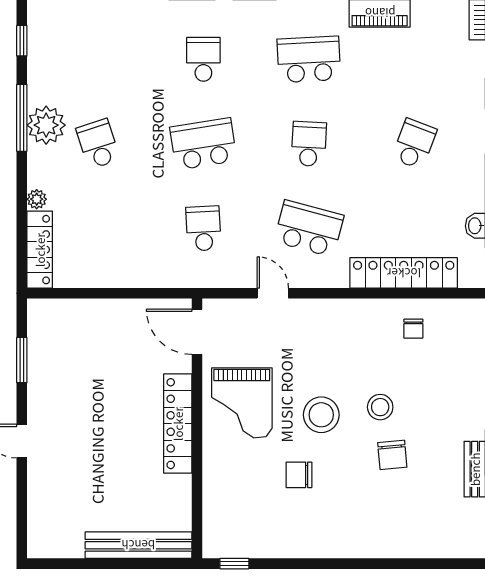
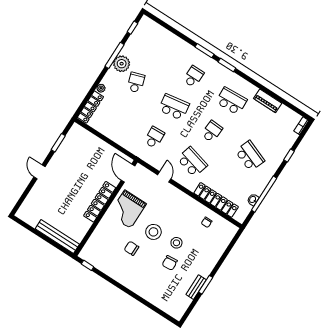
school desk: (414, 144) -> (250, 156), width x1.85

